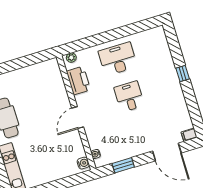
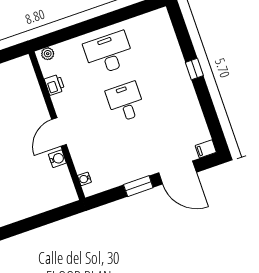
printer: (78, 81) -> (55, 85), width x0.53, depth x0.68
water cooler: (83, 163) -> (57, 159), moved
window: (123, 165) -> (138, 186), moved

